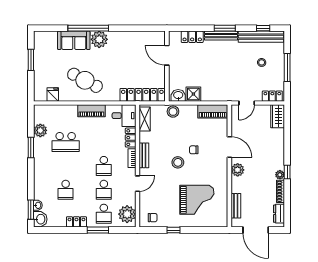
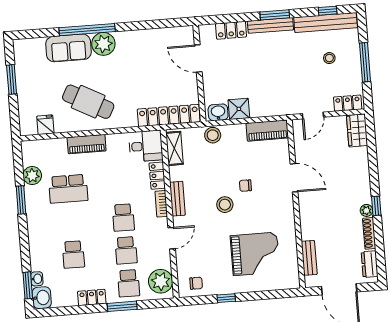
piano: (91, 111) -> (87, 144), moved
plant: (238, 170) -> (308, 208), removed

